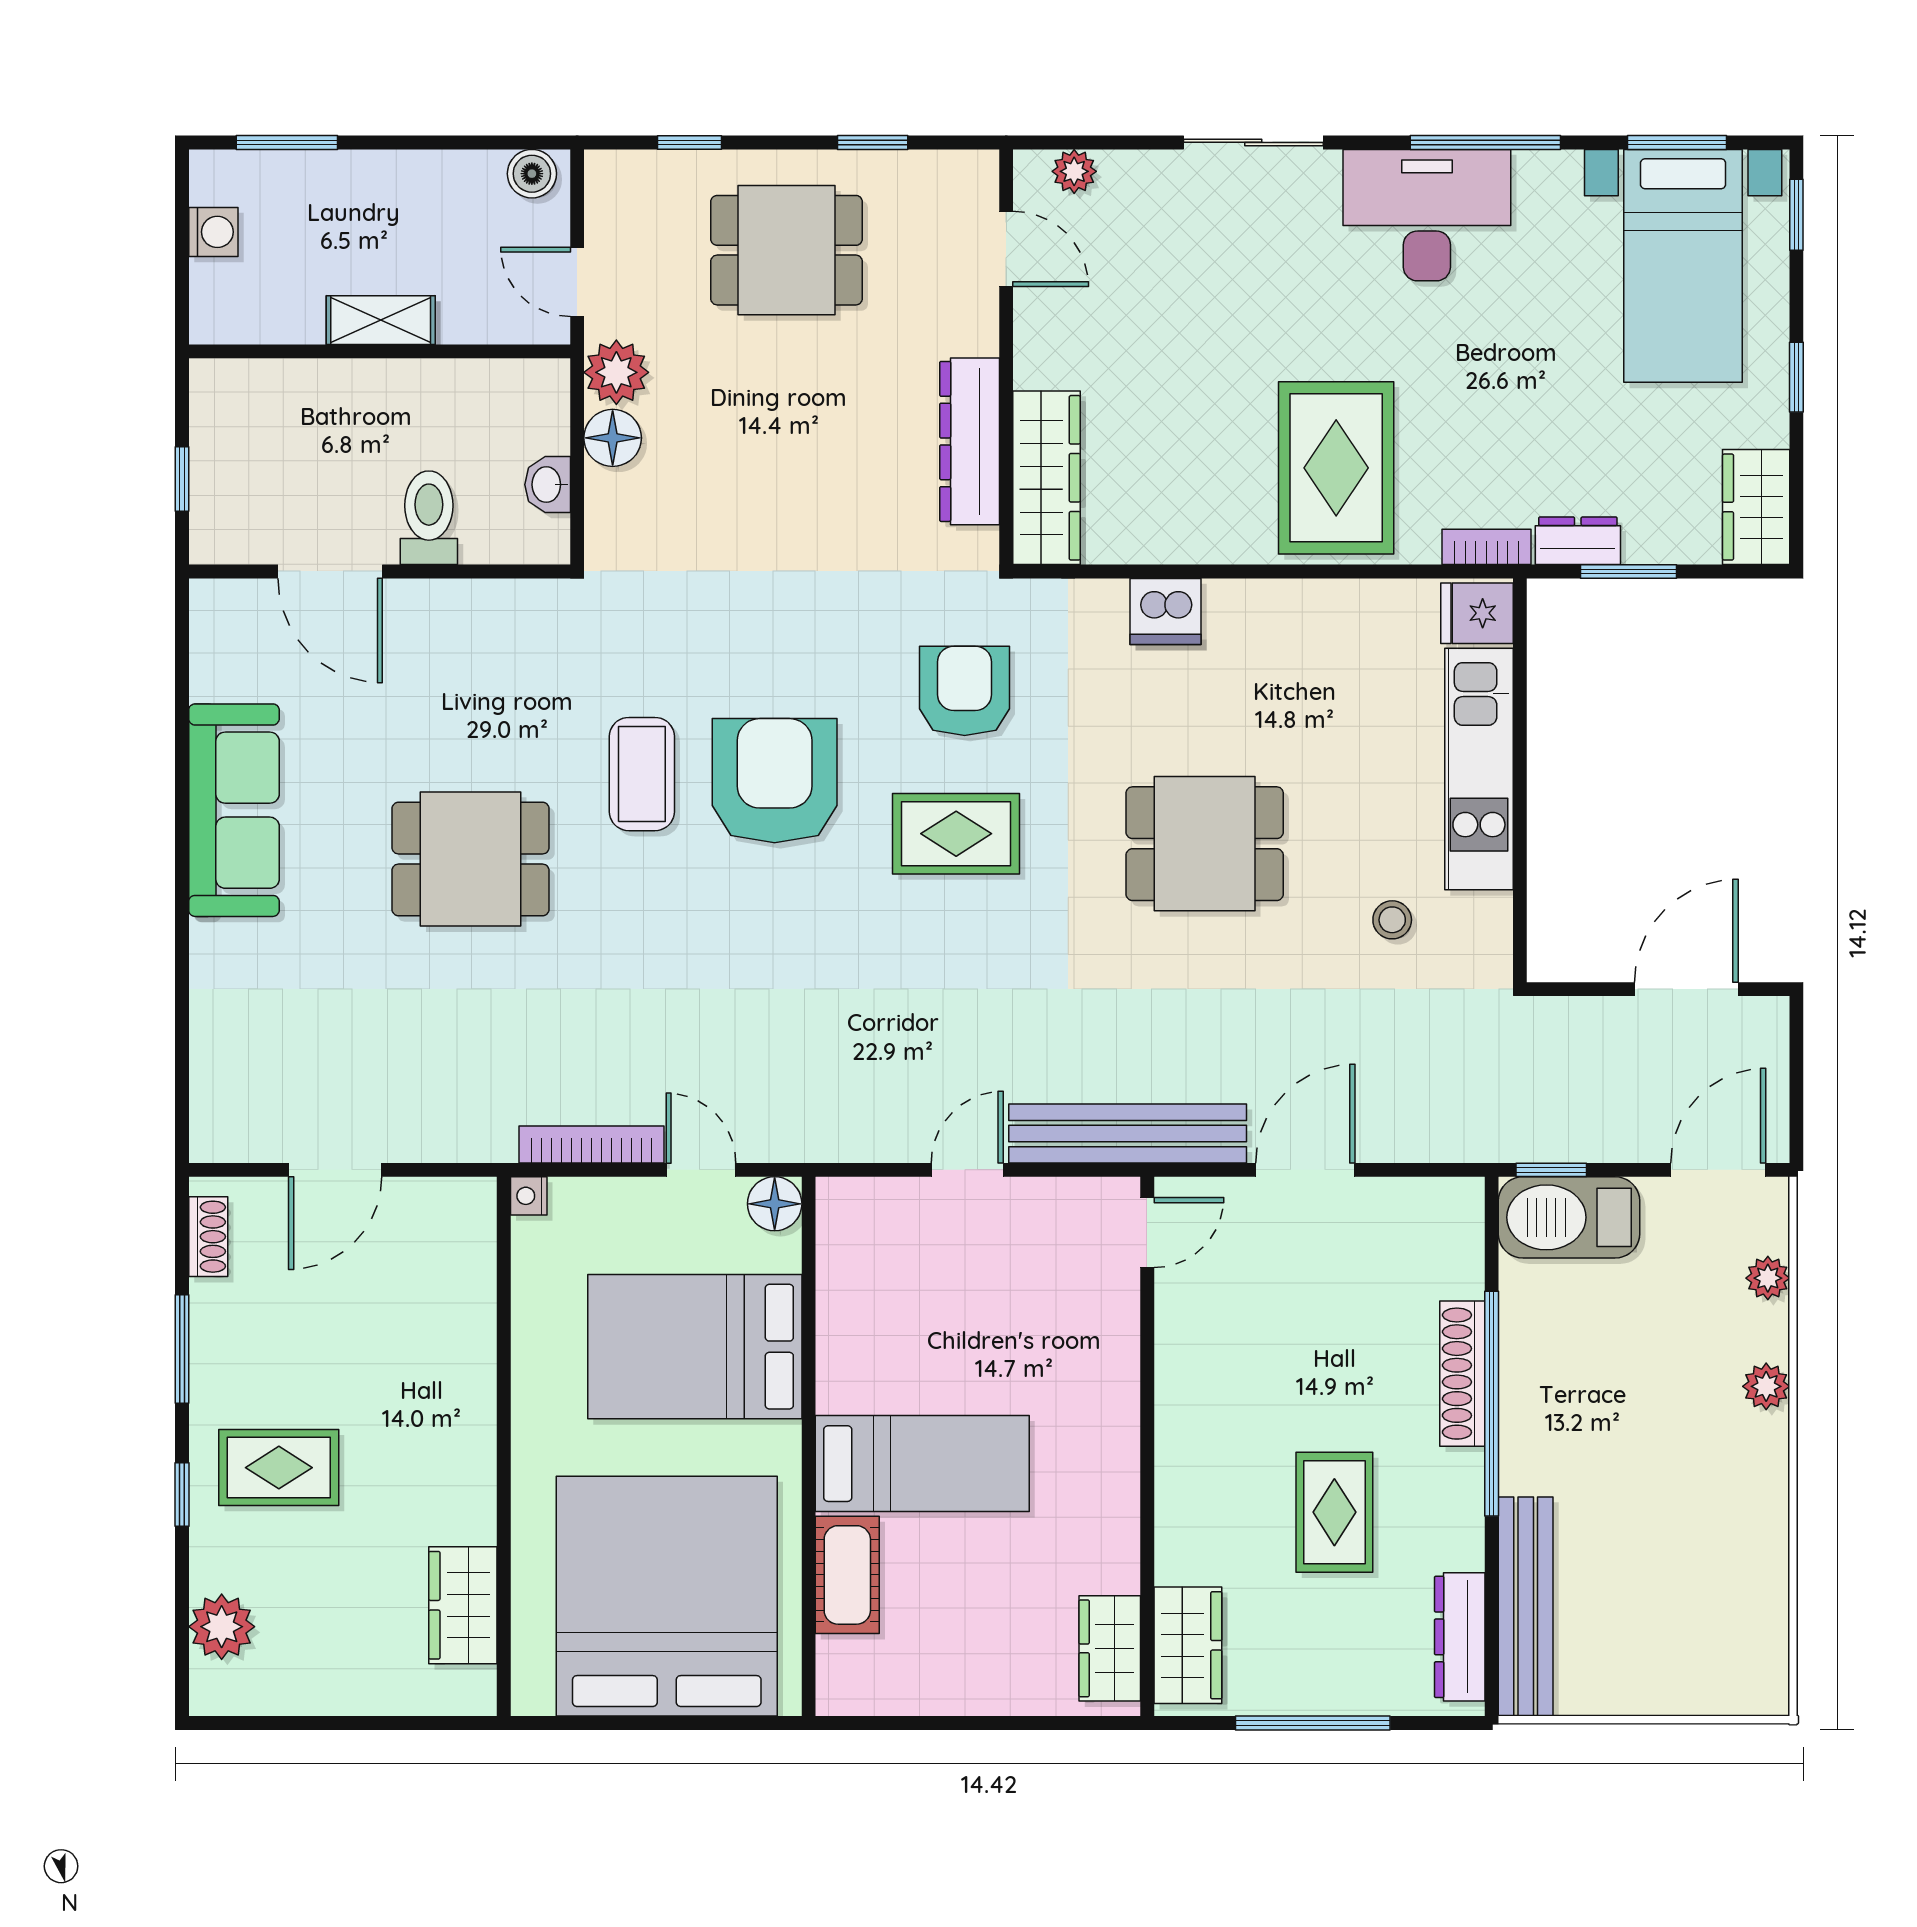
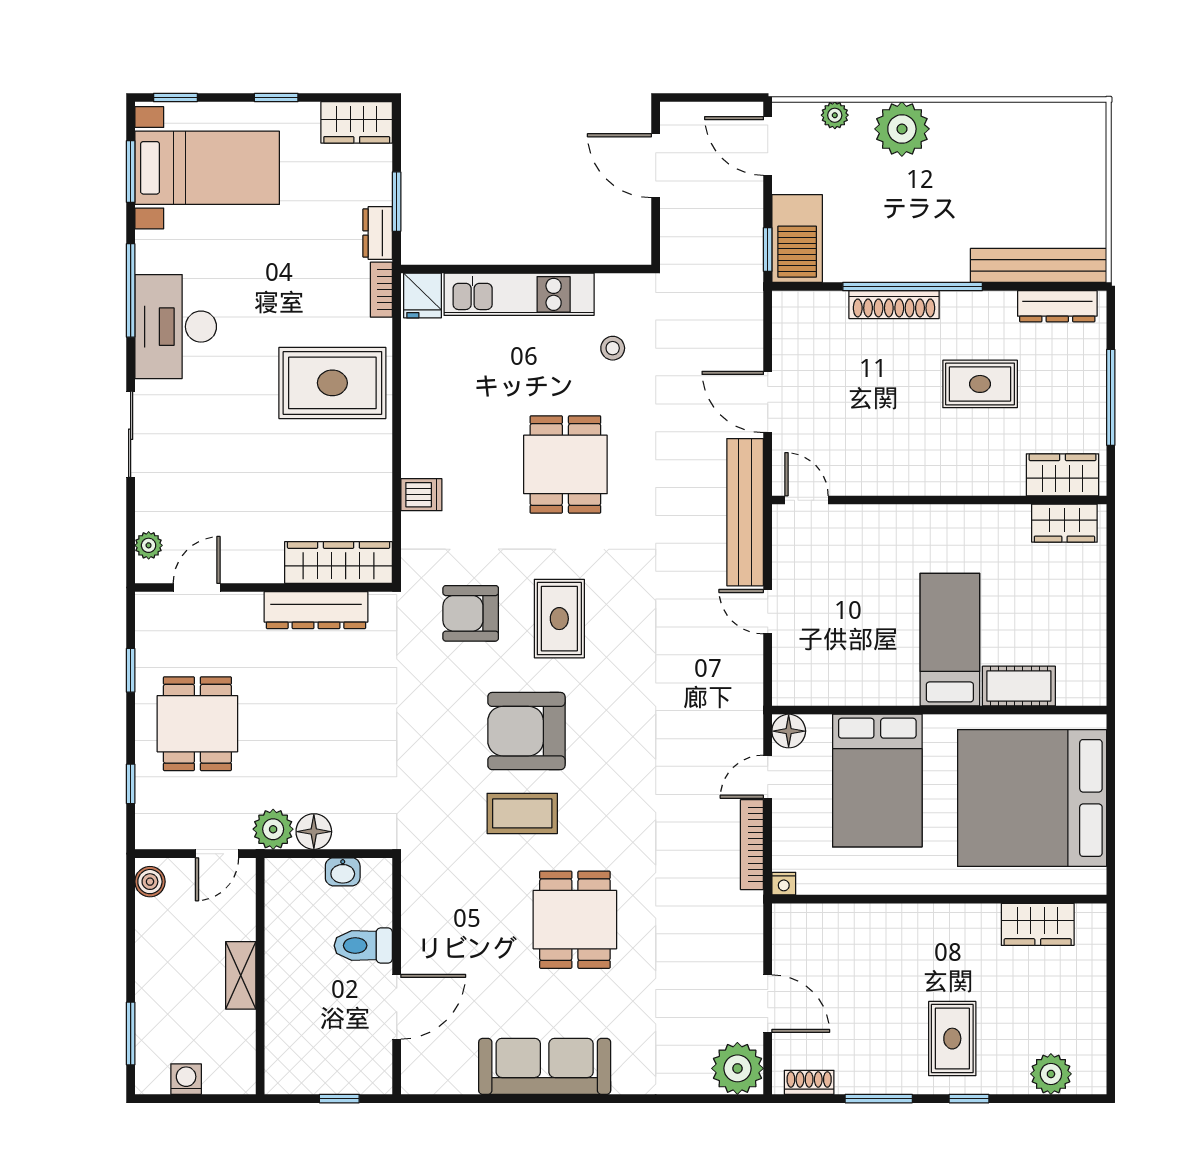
dishwasher: (1166, 611) -> (421, 495), width x0.73
plant: (231, 1121) -> (737, 1068), added
plant: (1766, 1386) -> (902, 129), width x1.87, depth x1.87

